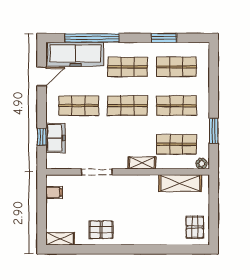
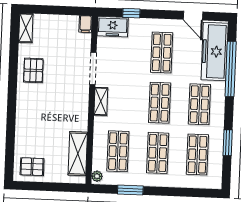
freezer: (55, 138) -> (113, 27), moved
shelving: (142, 163) -> (101, 101), moved
filing cabinet: (54, 192) -> (86, 24), moved

